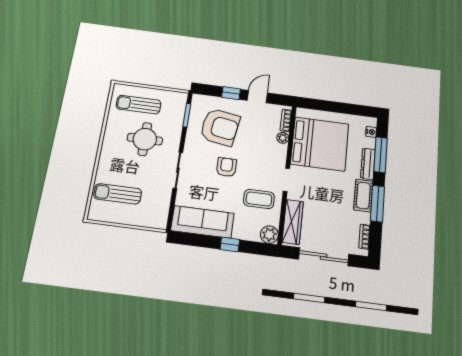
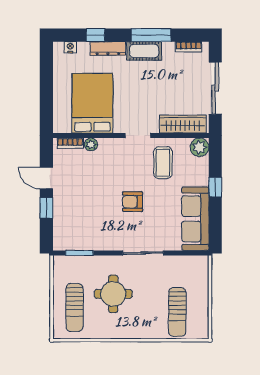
armchair: (220, 127) -> (88, 215), removed
bed: (320, 144) -> (92, 103), width x0.73
window: (381, 155) -> (95, 35), width x0.46

